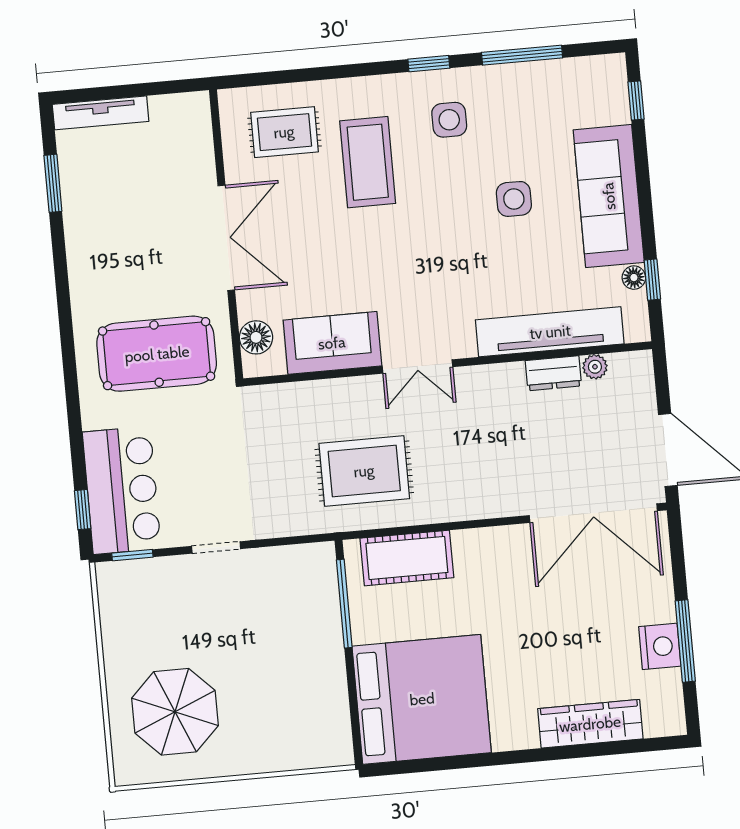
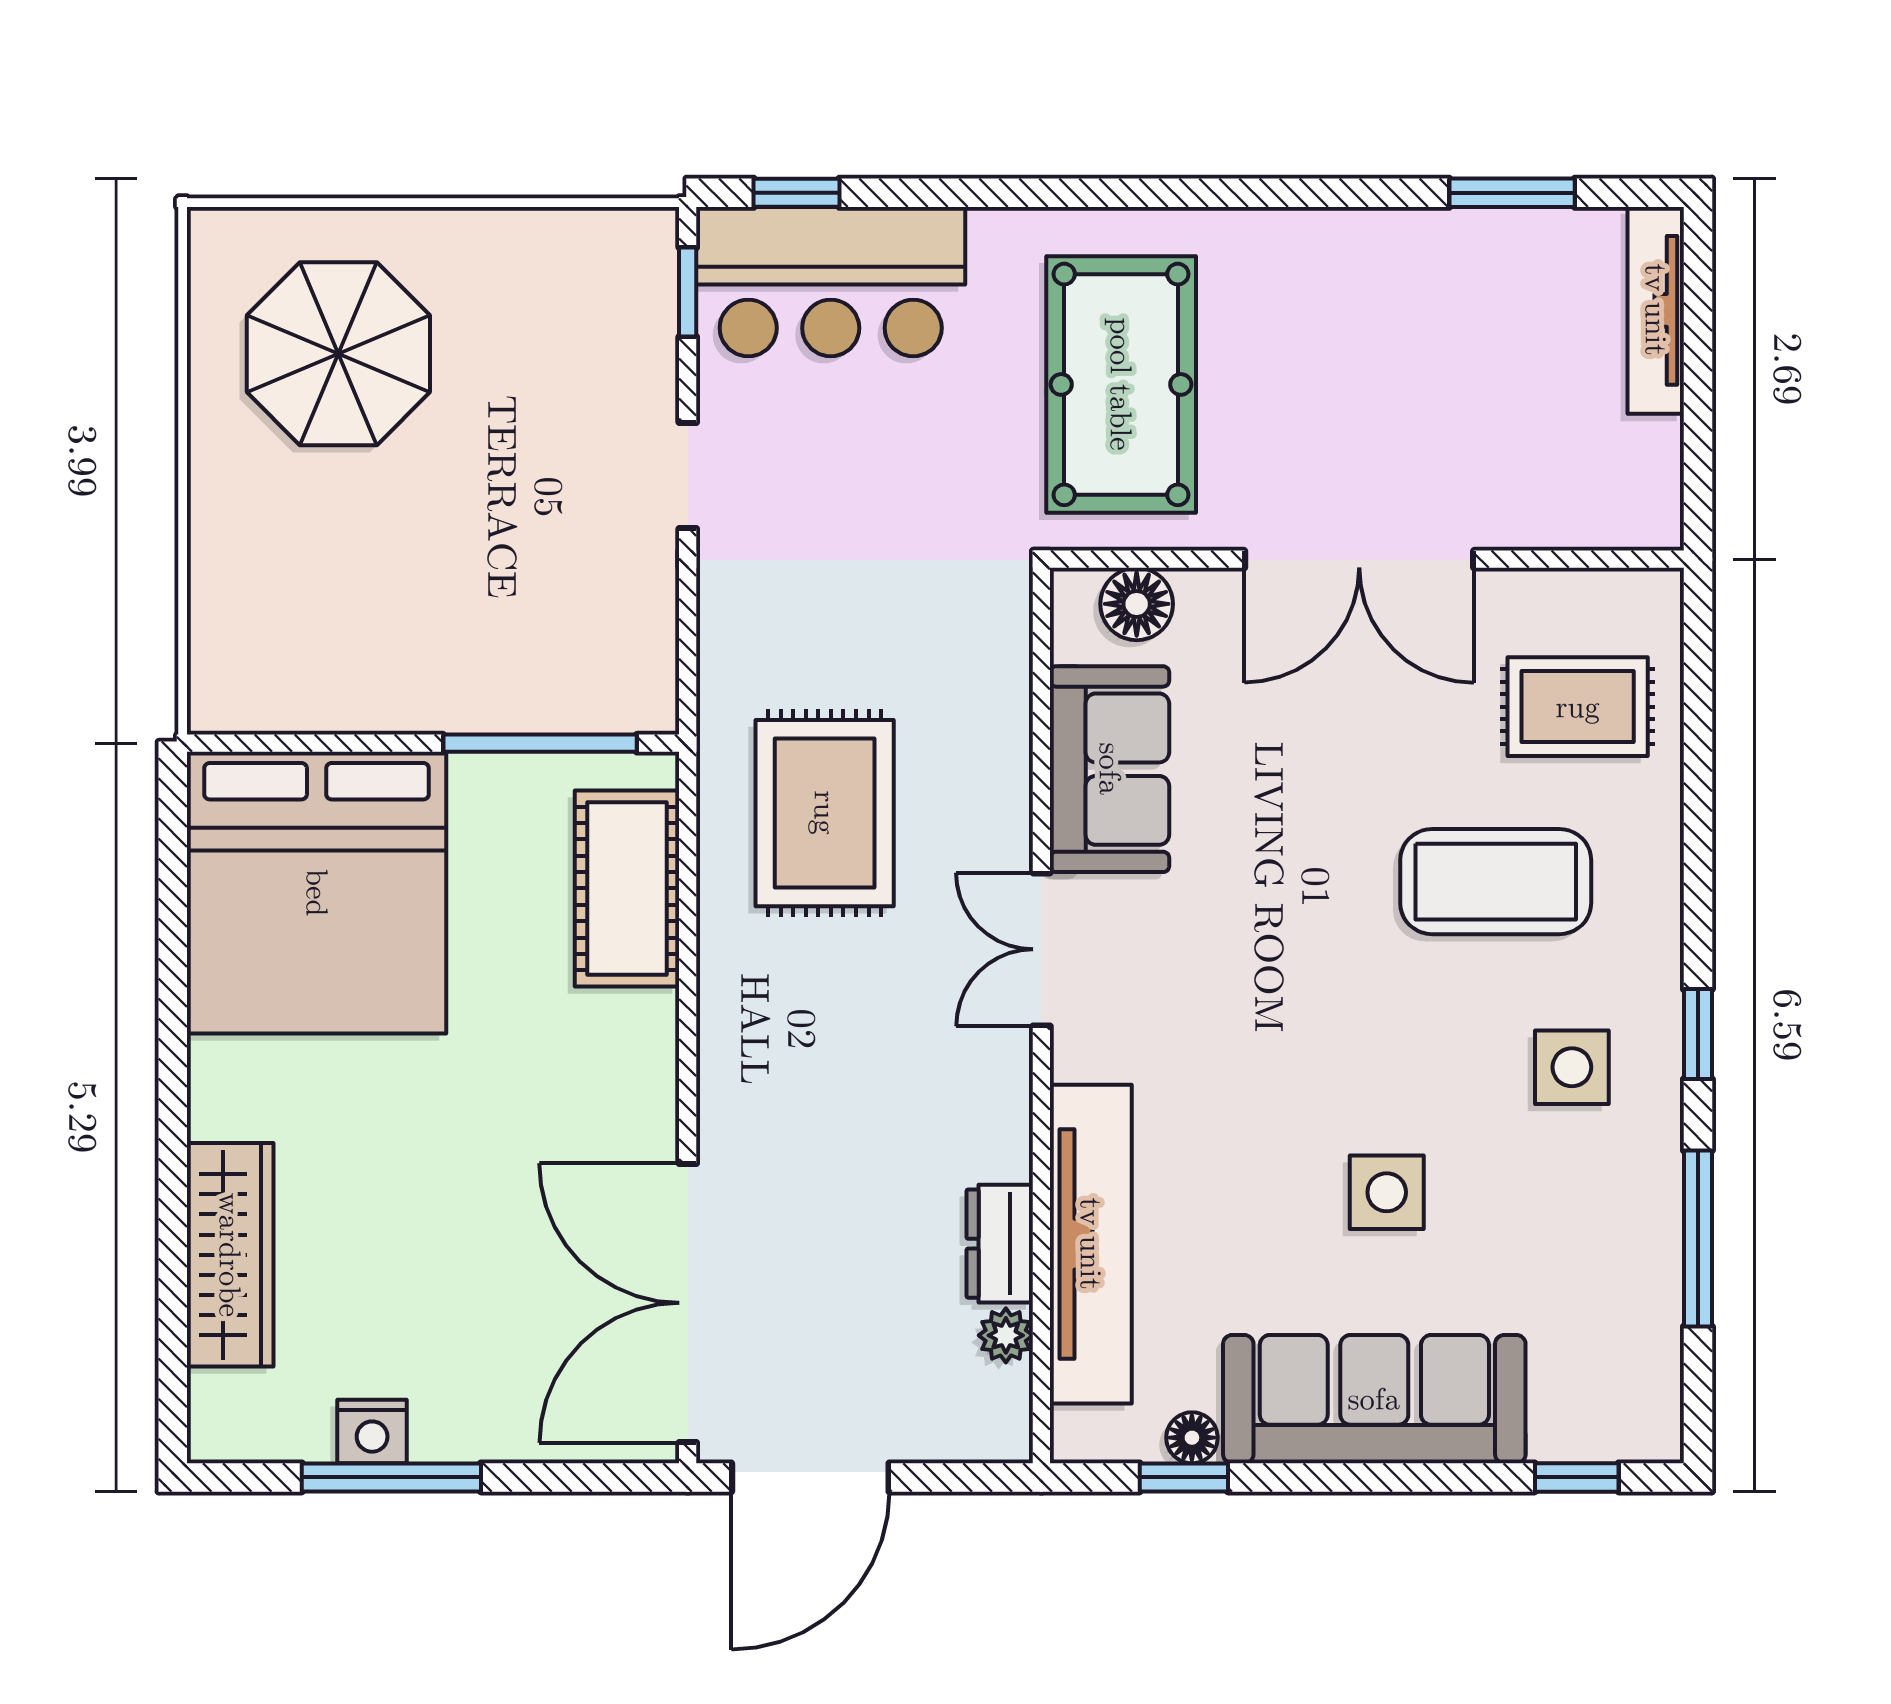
rug: (284, 132) -> (1578, 707), turned 90
nightstand: (660, 646) -> (372, 1431), width x0.74, depth x0.75

